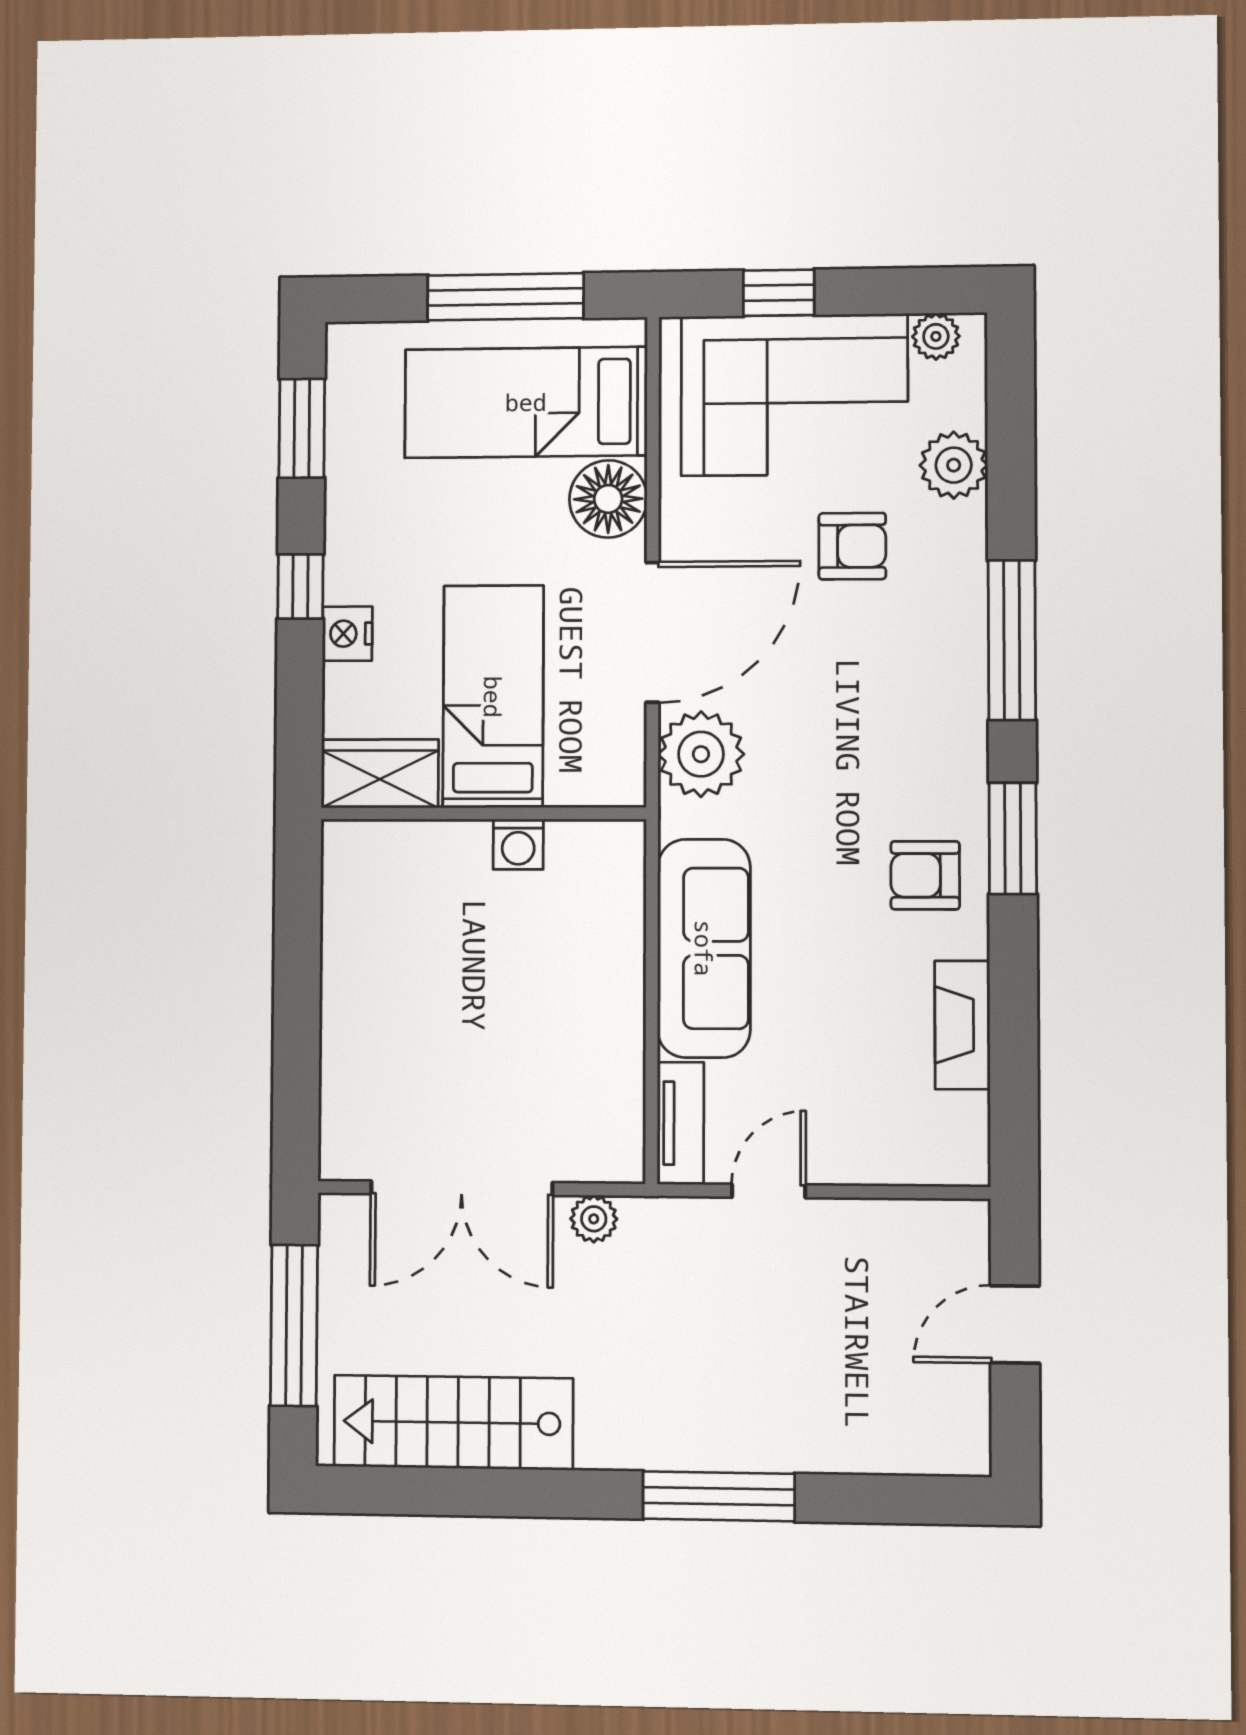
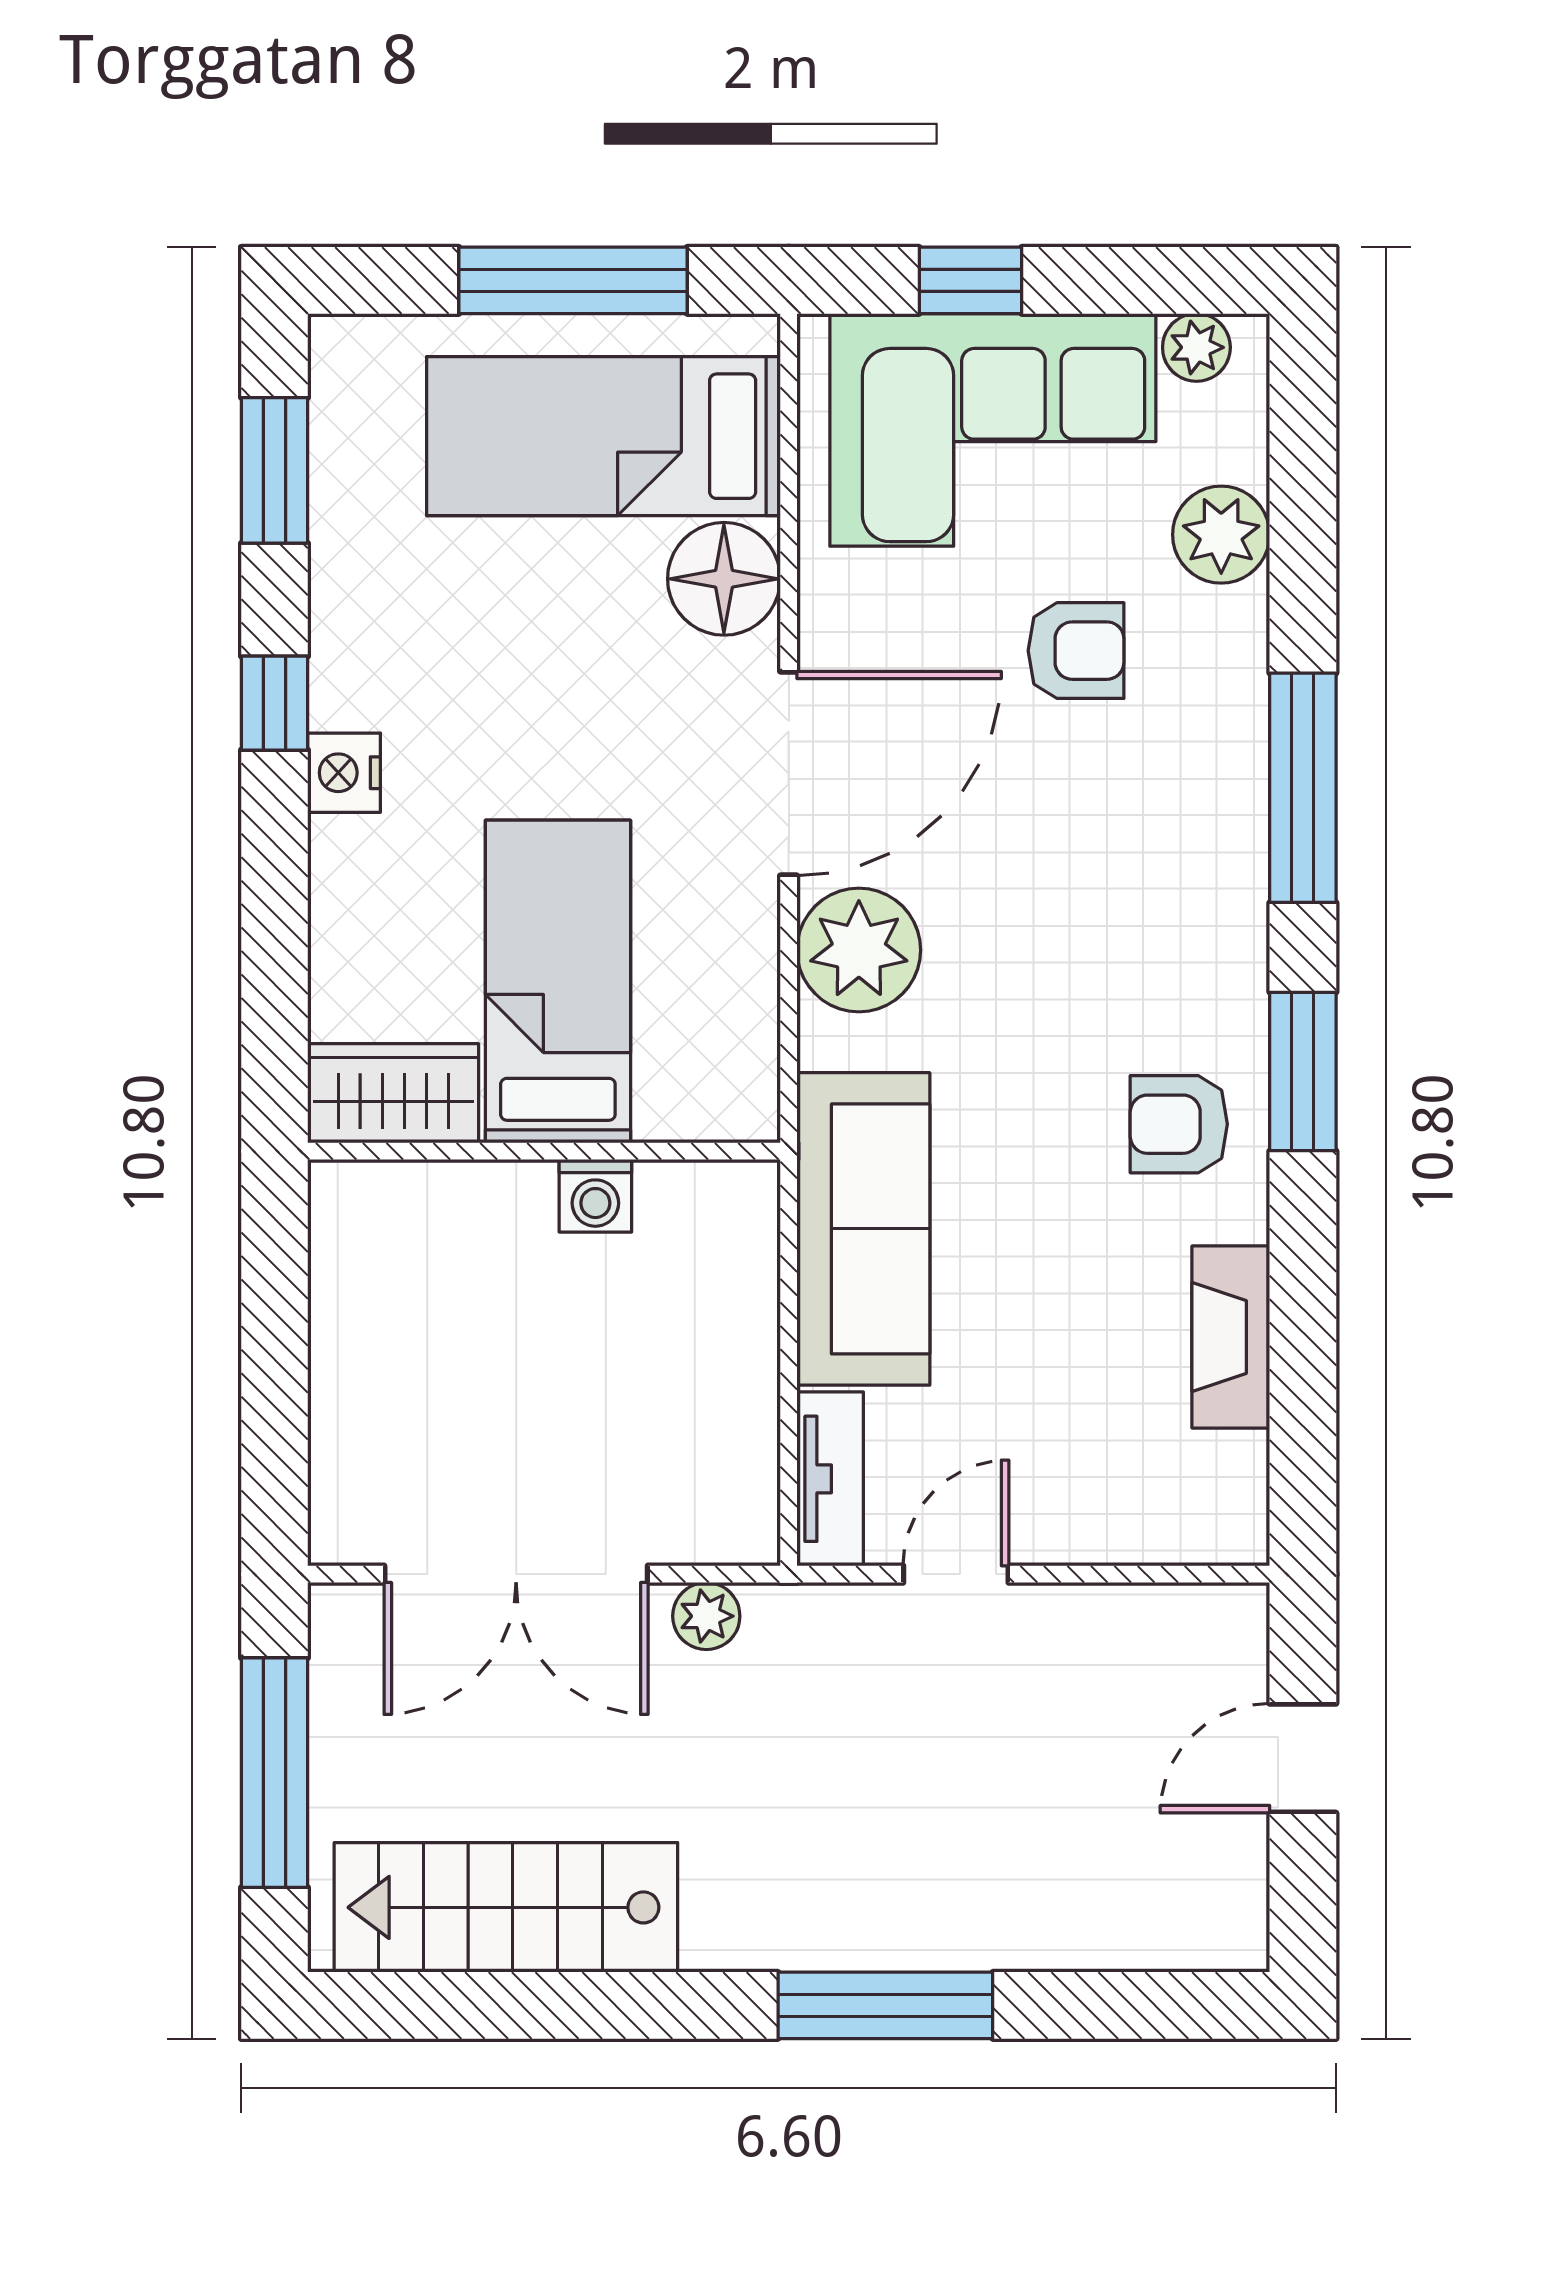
bed: (493, 697) -> (558, 982), moved
wardrobe: (380, 774) -> (393, 1093), moved
wall: (483, 813) -> (544, 1151), moved
washing machine: (518, 844) -> (595, 1196), moved

